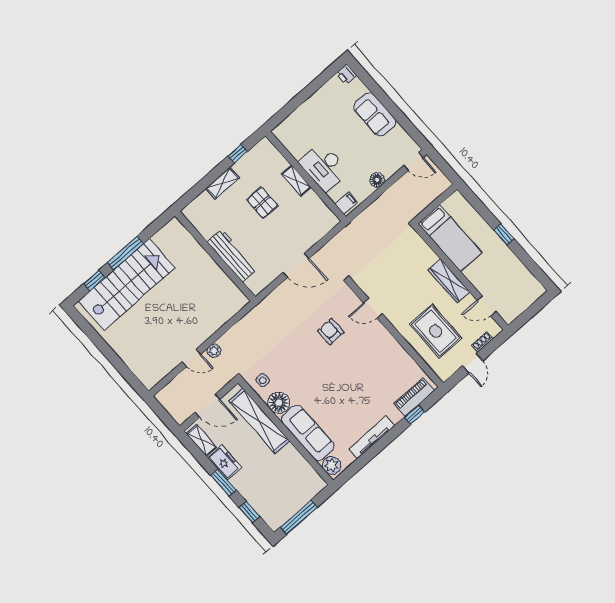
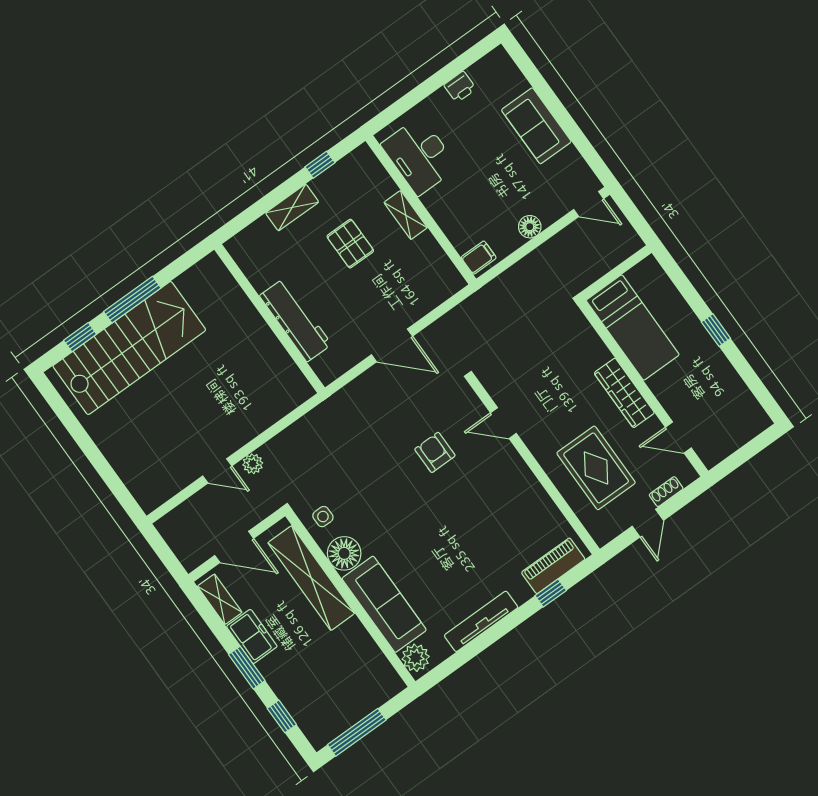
printer: (346, 75) -> (460, 87), moved, turned -90
desk: (324, 167) -> (419, 156), moved

